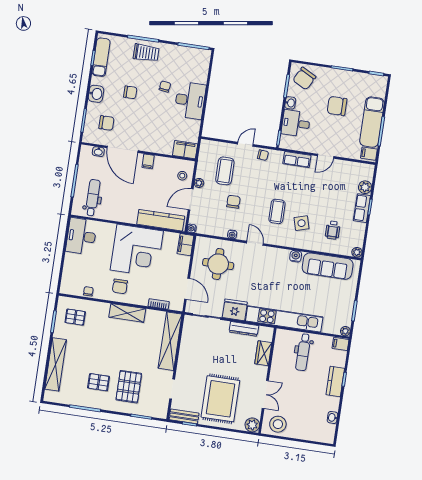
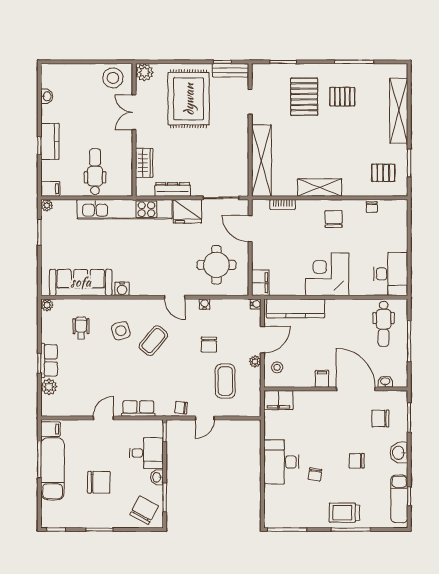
coffee table: (277, 211) -> (153, 341), turned 40
corner desk: (137, 251) -> (327, 274), width x0.74, depth x0.74

